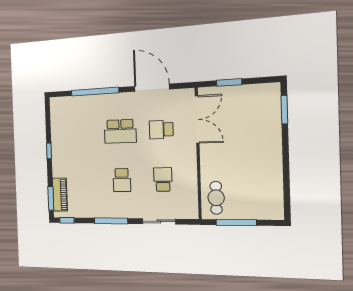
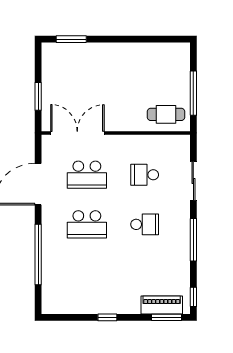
school desk: (161, 130) -> (87, 175), width x1.85
school desk: (120, 131) -> (87, 224), turned 90

